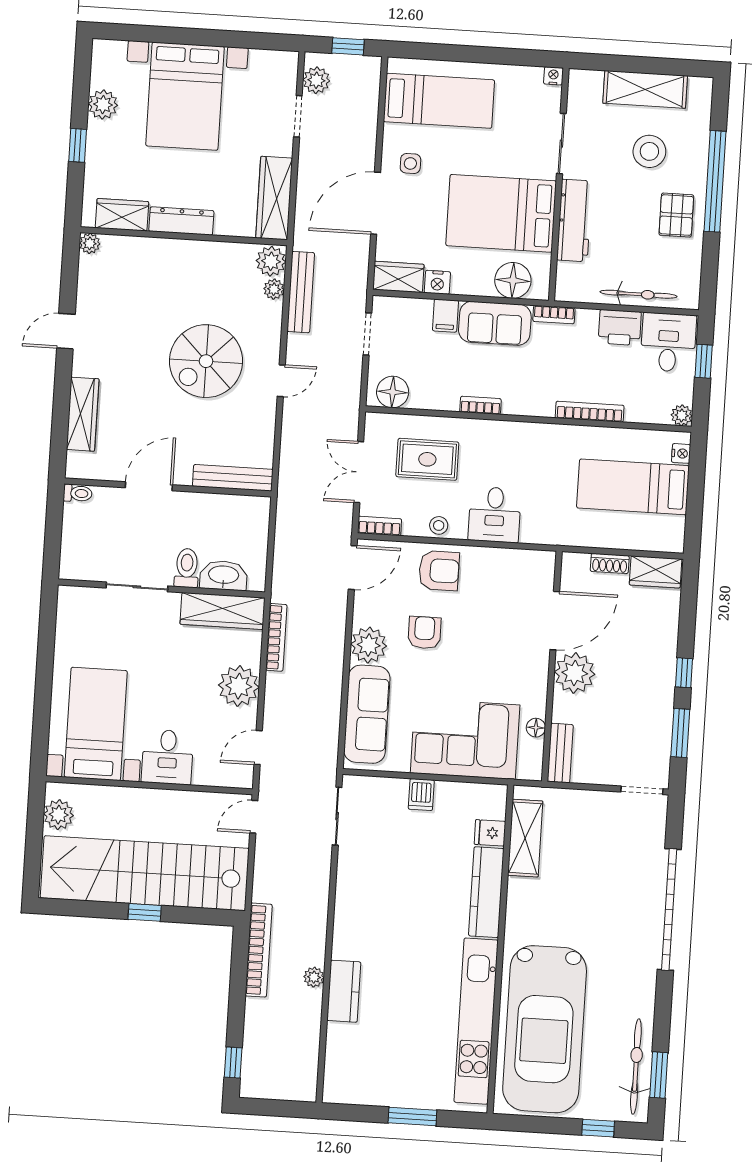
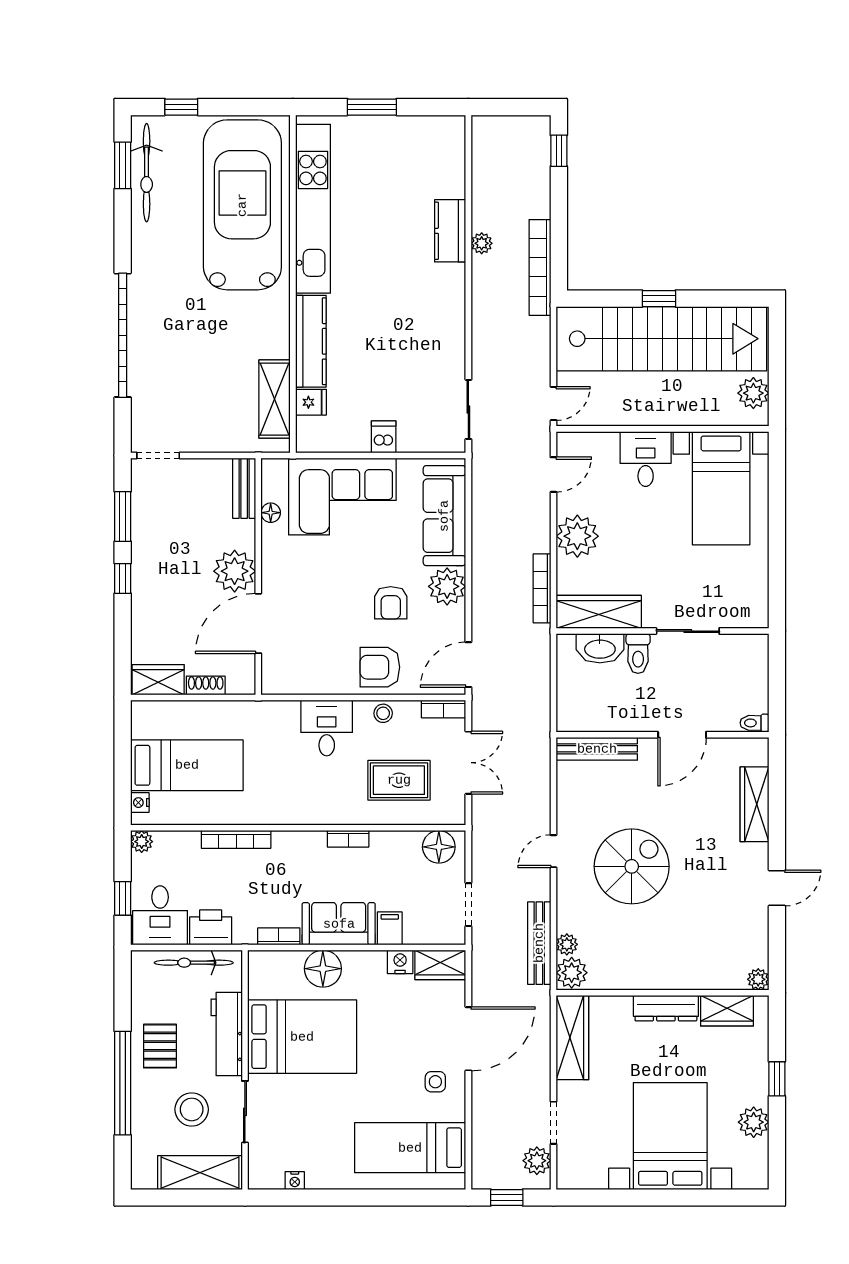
sliding door: (561, 144) -> (245, 1112), moved
wall: (559, 184) -> (245, 1070), moved
bed: (501, 213) -> (302, 1037), moved
workbench: (574, 220) -> (227, 1034), moved

